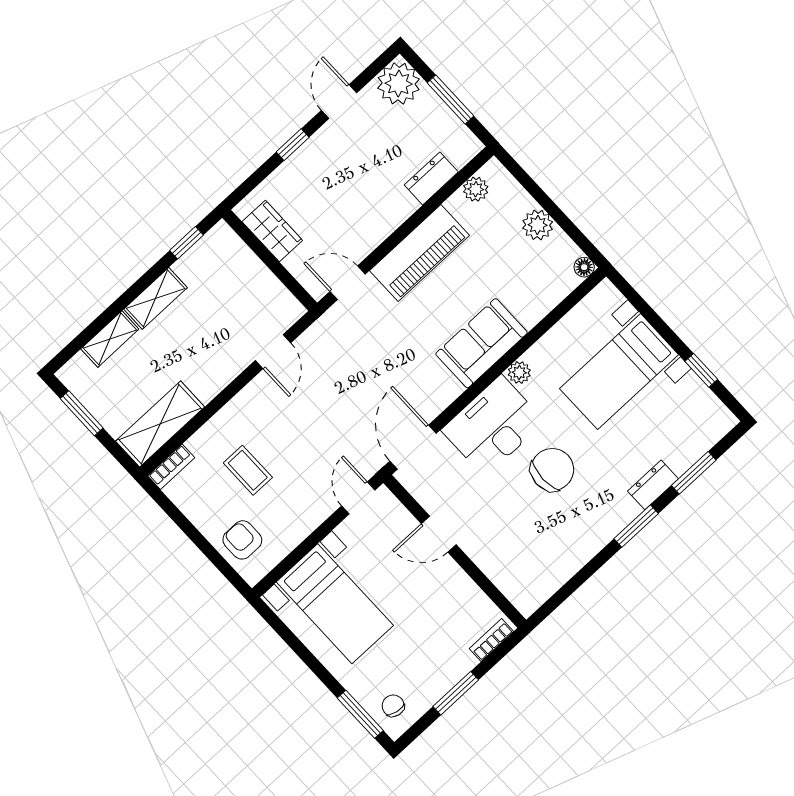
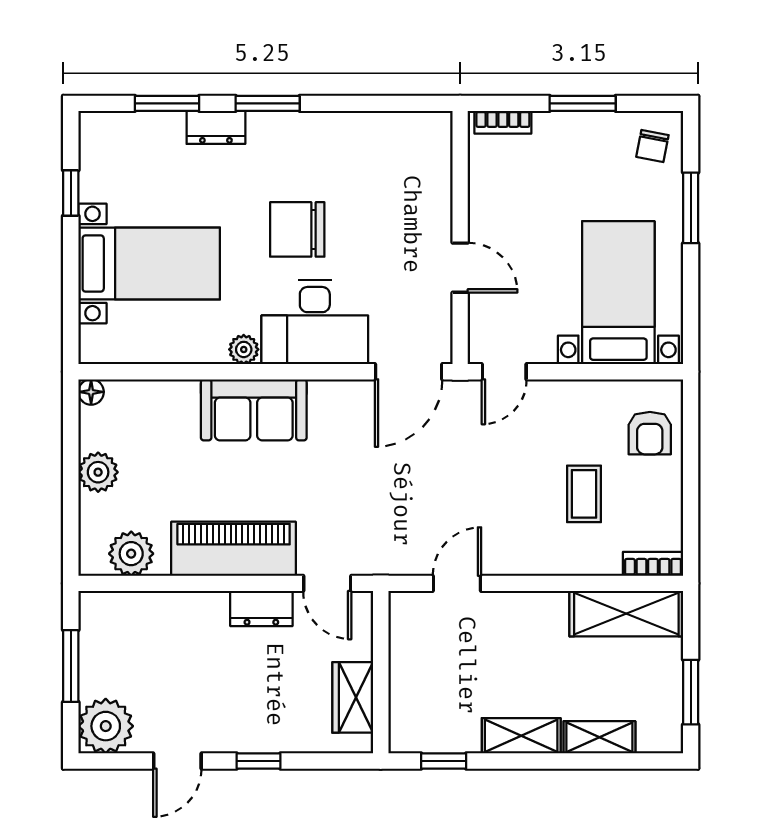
dresser: (431, 178) -> (261, 609), moved
plant: (476, 189) -> (131, 554), width x1.38, depth x1.38
window: (360, 714) -> (691, 208), moved

